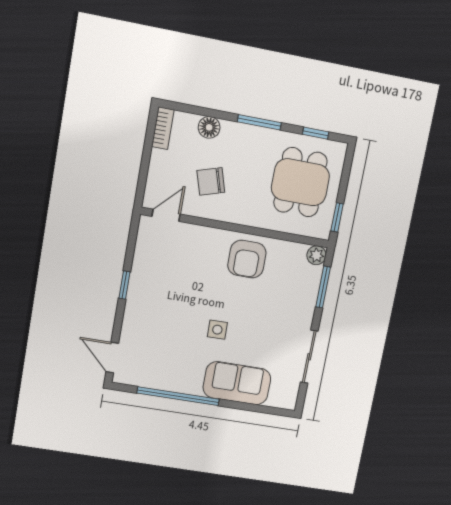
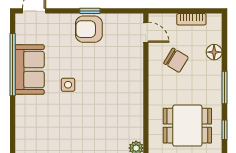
bookcase: (163, 128) -> (191, 19), moved
chair: (211, 181) -> (176, 60), turned 138
armchair: (247, 259) -> (89, 29), moved
sofa: (237, 383) -> (30, 70), moved

